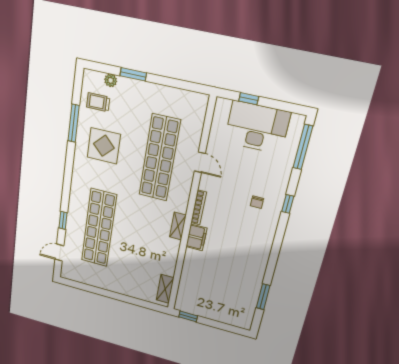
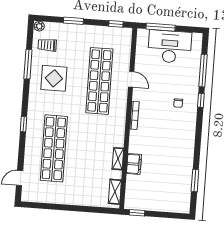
plant: (111, 80) -> (39, 26), moved
window: (188, 86) -> (116, 24), added
window: (249, 99) -> (161, 27), width x2.17
window: (303, 147) -> (203, 71), moved
window: (63, 220) -> (24, 124), moved
shelving: (178, 226) -> (118, 159), moved
filing cabinet: (196, 237) -> (134, 164), moved

